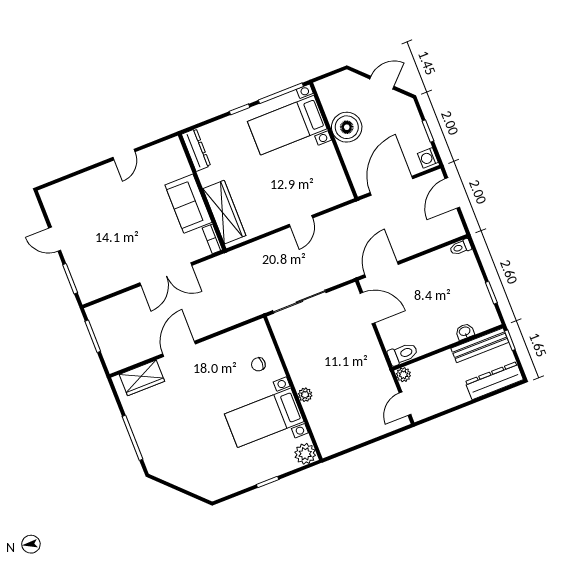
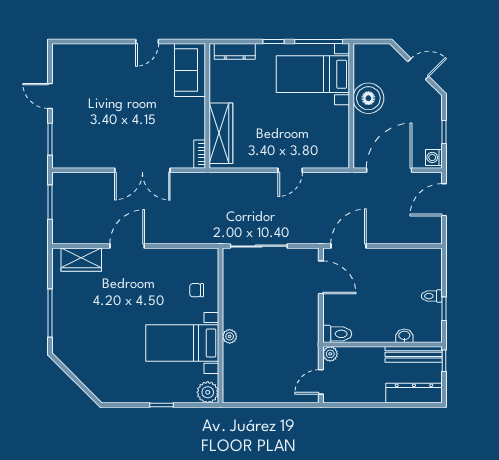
dresser: (196, 150) -> (235, 51), moved, turned 90
sofa: (188, 204) -> (190, 70), moved
toilet: (461, 247) -> (432, 296), moved

